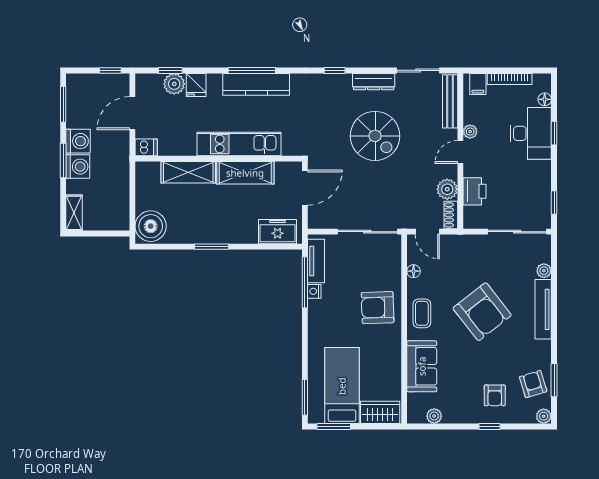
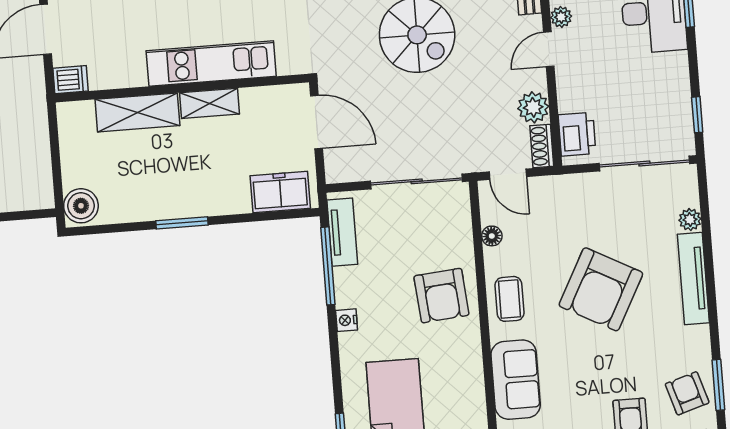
shelving: (245, 173) -> (209, 103), width x0.67, depth x0.75
door: (305, 188) -> (317, 122), hinge flipped
printer: (474, 191) -> (577, 134), moved
boiler: (151, 226) -> (81, 206), width x0.73, depth x0.73
nightstand: (314, 291) -> (347, 320), moved
armchair: (378, 308) -> (441, 296), turned -93
armchair: (482, 312) -> (601, 289), turned 66

